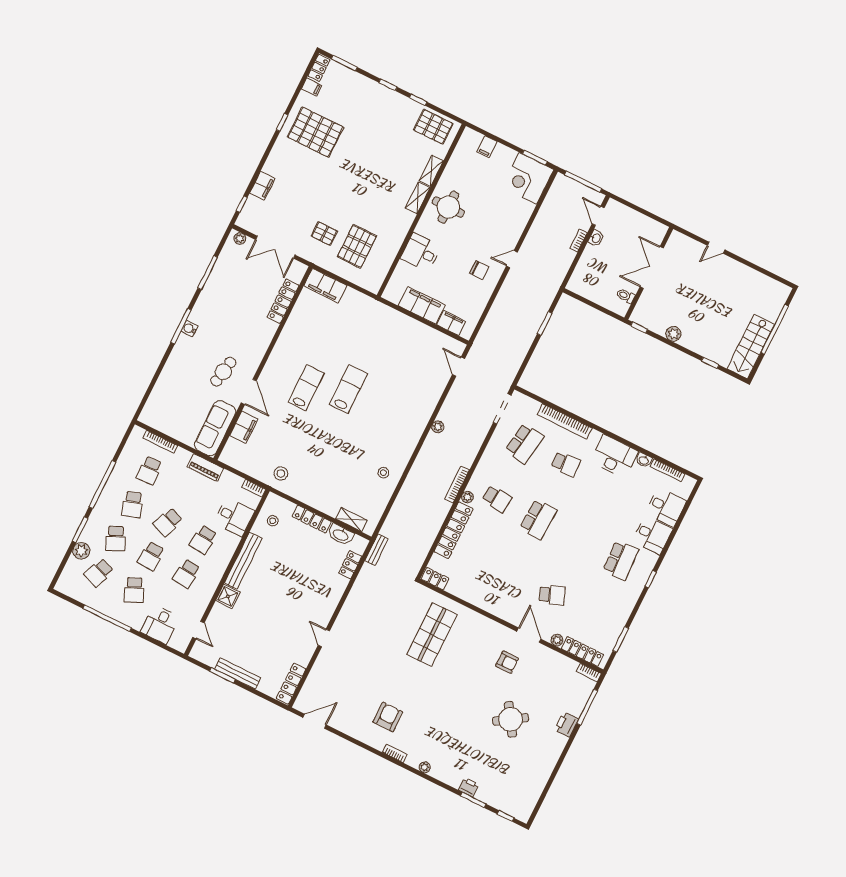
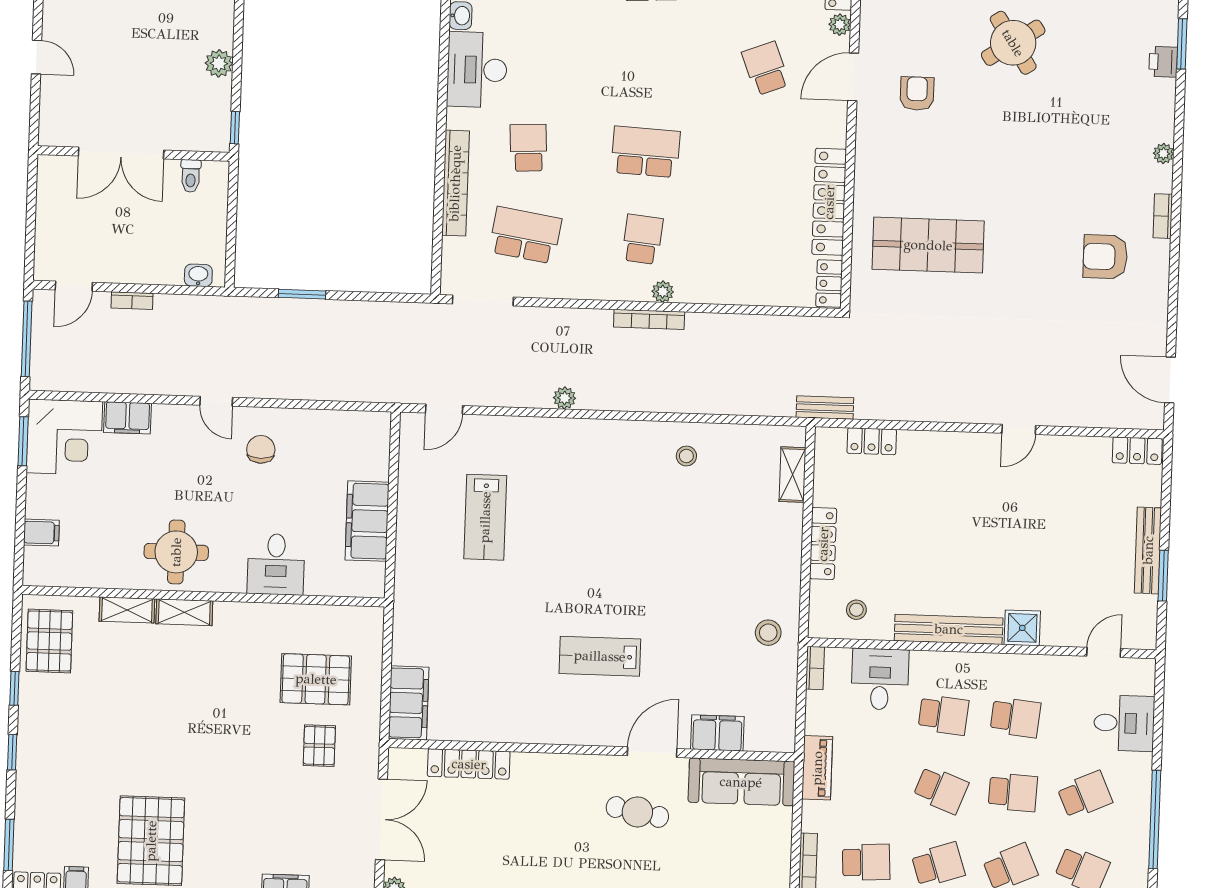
washbasin: (596, 238) -> (198, 275), moved
filing cabinet: (451, 323) -> (127, 418), moved, turned -90
lab bench: (348, 389) -> (485, 517), moved, turned -90
locker: (454, 530) -> (829, 202), moved, turned -90
washbasin: (341, 535) -> (827, 481), removed
locker: (291, 684) -> (1137, 451), width x0.66

